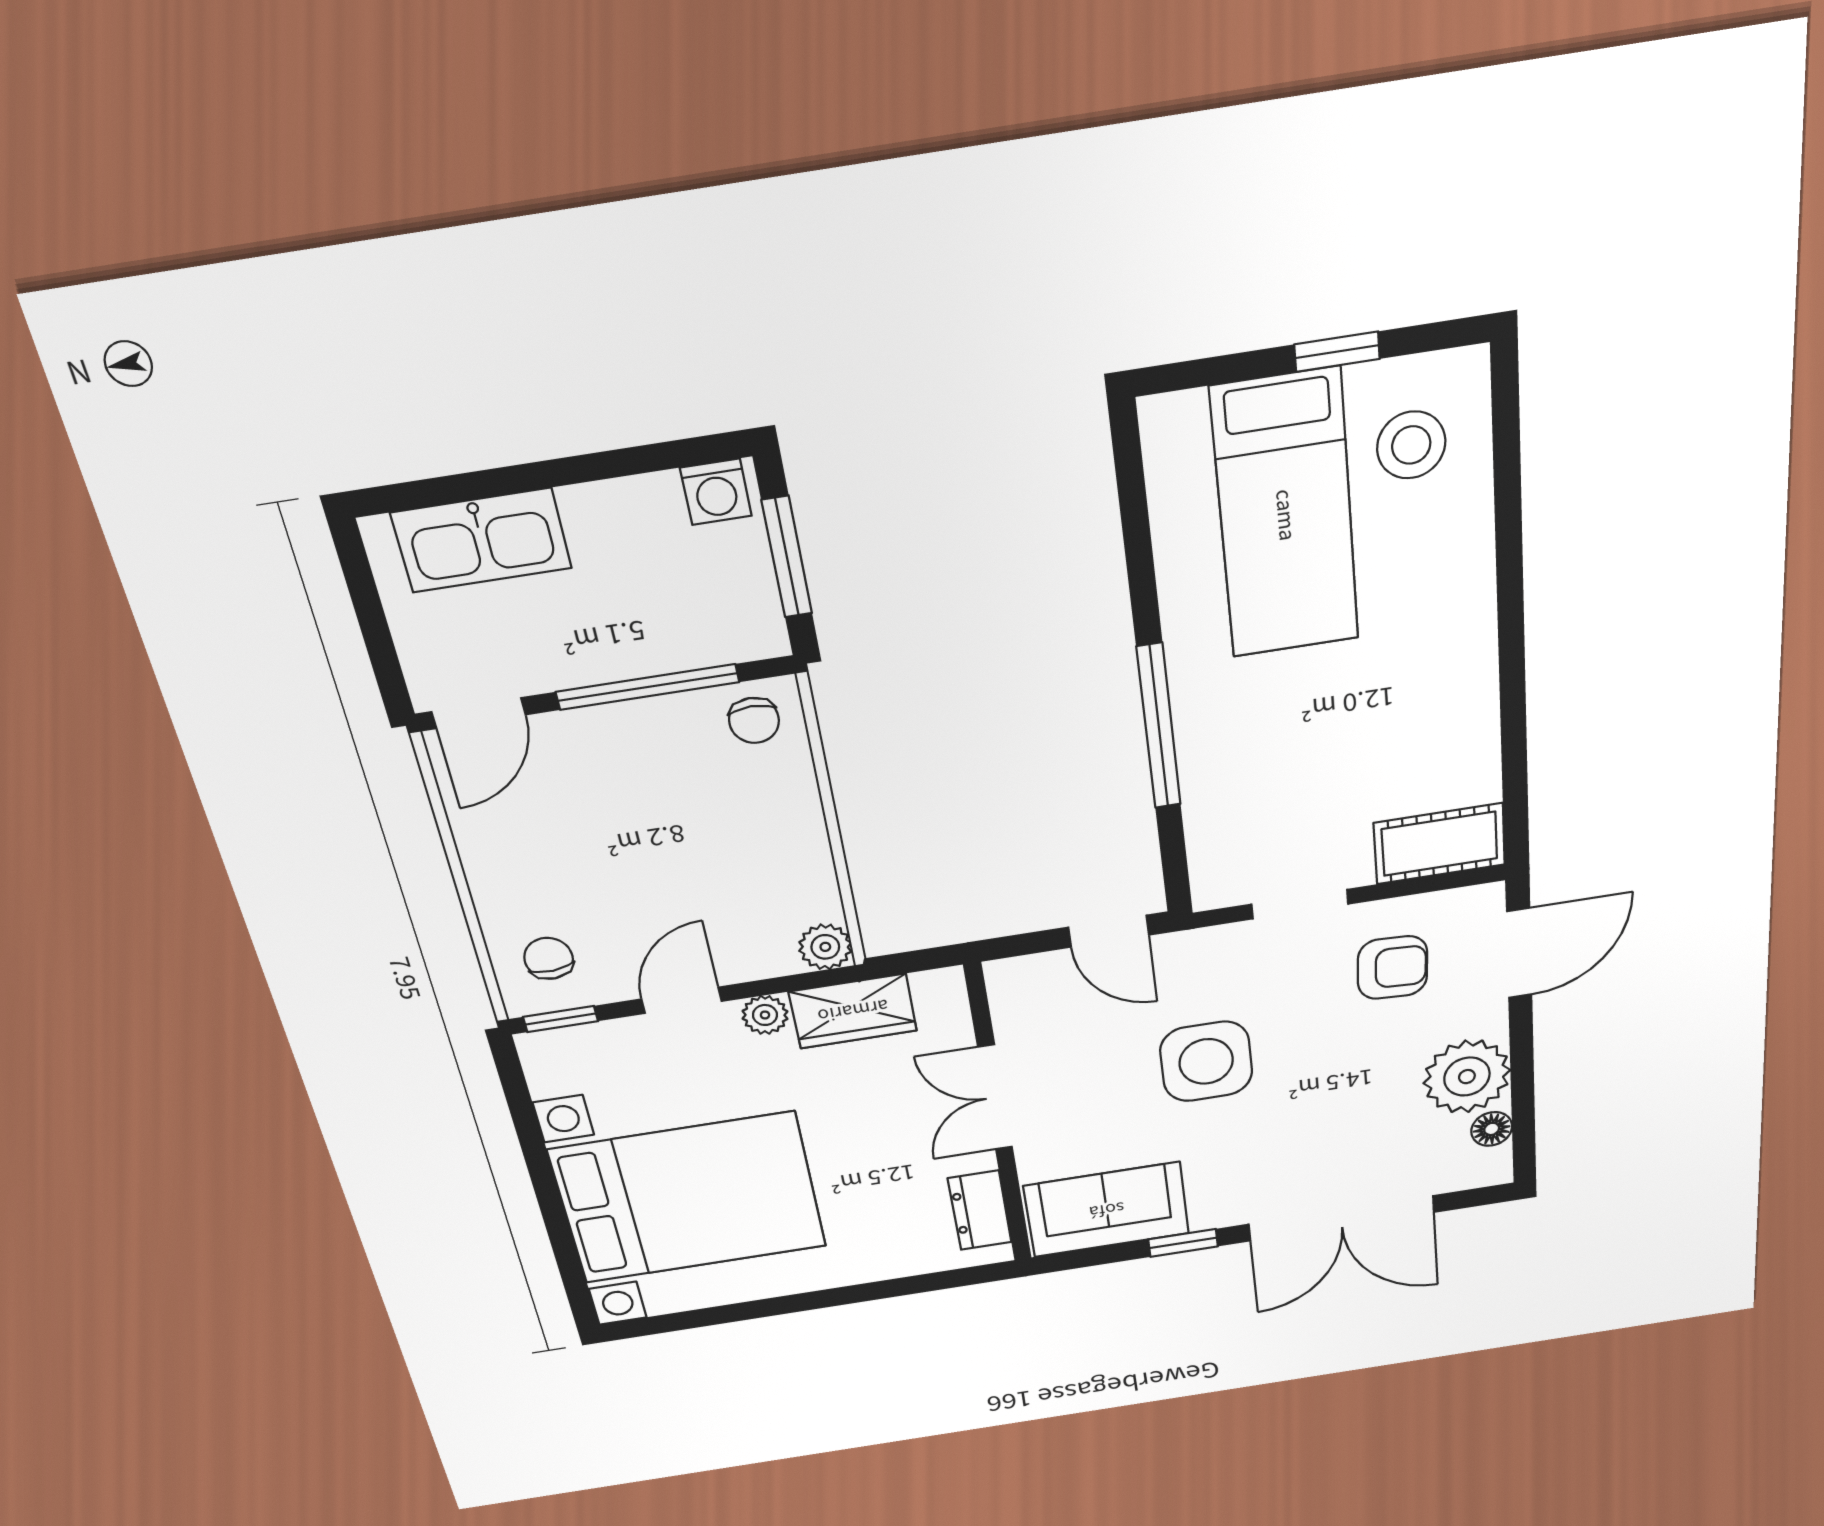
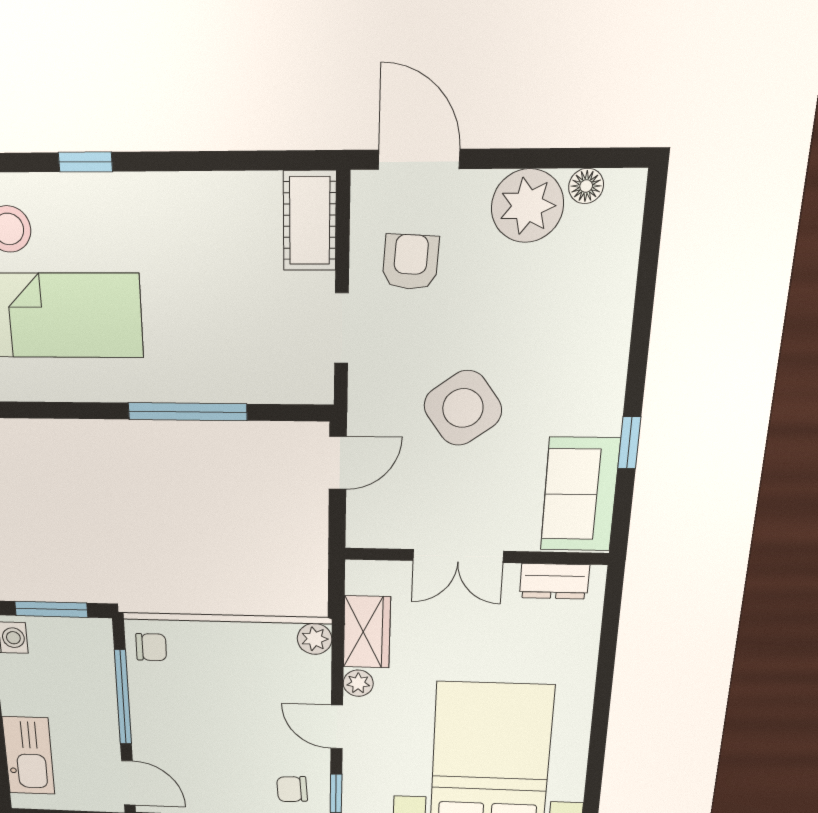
window: (1509, 548) -> (85, 162), added
side table: (1206, 1061) -> (463, 408), turned -36
double door: (1342, 1218) -> (643, 317), removed

